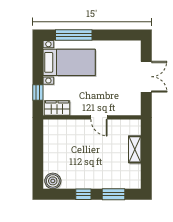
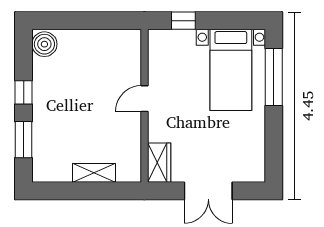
wardrobe: (57, 108) -> (159, 163), moved
door: (99, 117) -> (144, 99), moved

